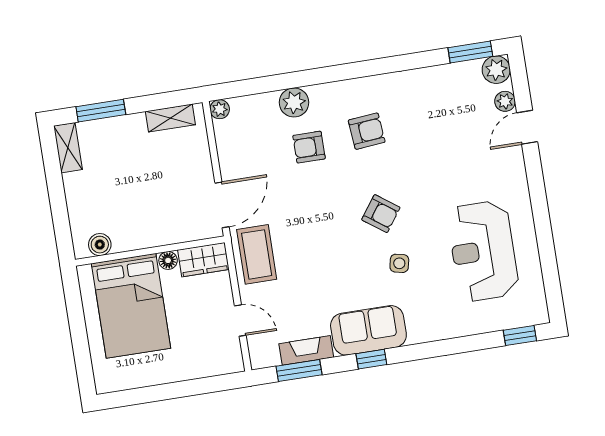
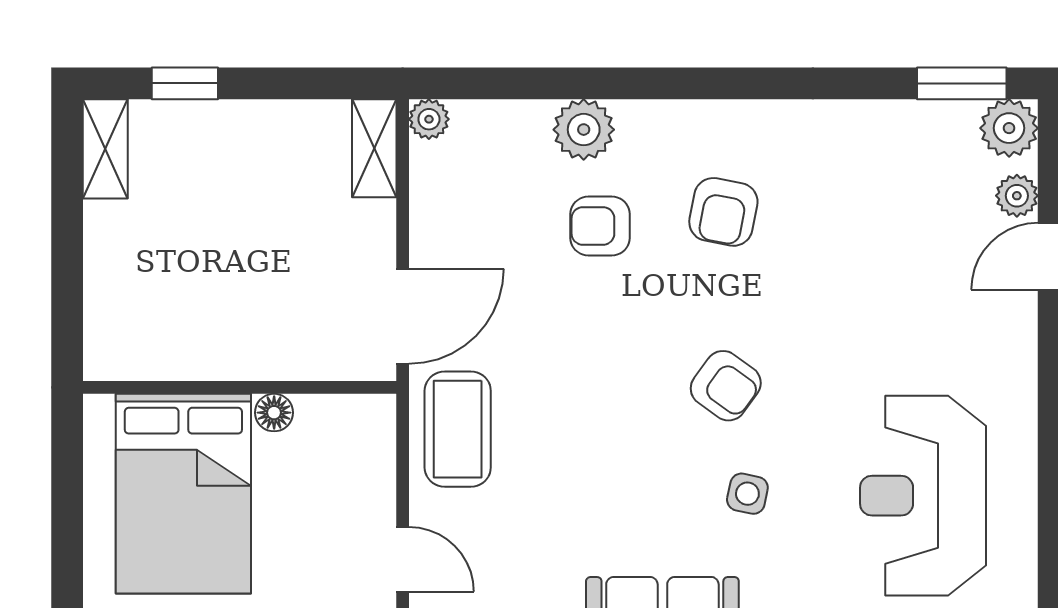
window: (101, 111) -> (185, 83), width x0.67
shelving: (170, 118) -> (374, 148), moved, turned 90
armchair: (367, 131) -> (723, 212), turned 106
boiler: (100, 245) -> (139, 358), removed
wardrobe: (203, 260) -> (347, 422), removed

